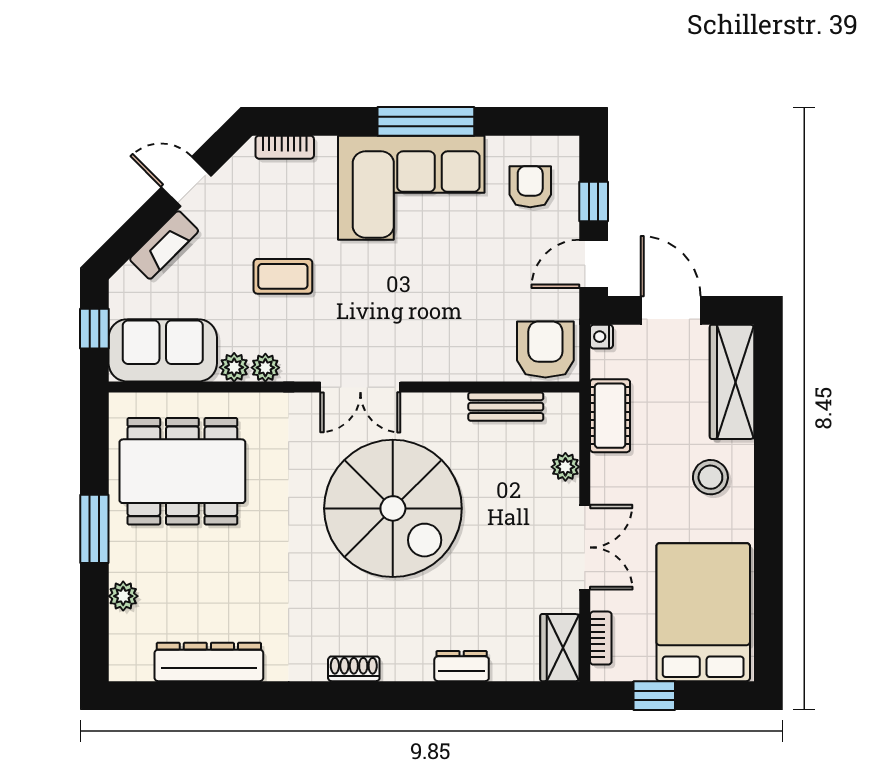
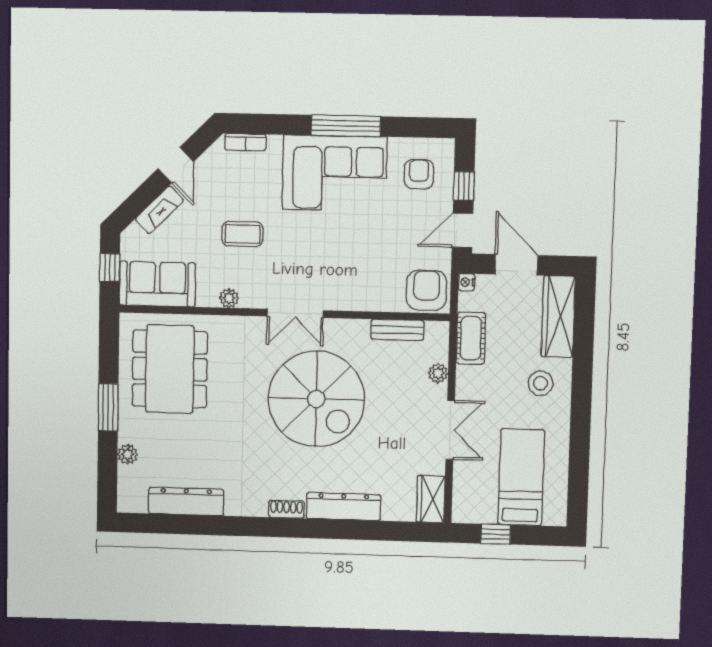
door: (186, 182) -> (176, 165), swing flipped
plant: (234, 367) -> (207, 297), removed
dining table: (182, 471) -> (170, 369), turned 90
bed: (703, 612) -> (521, 477), width x0.67
bookcase: (601, 638) -> (460, 493), removed
dresser: (462, 666) -> (343, 507), width x1.96, depth x1.24

